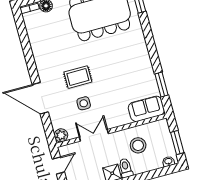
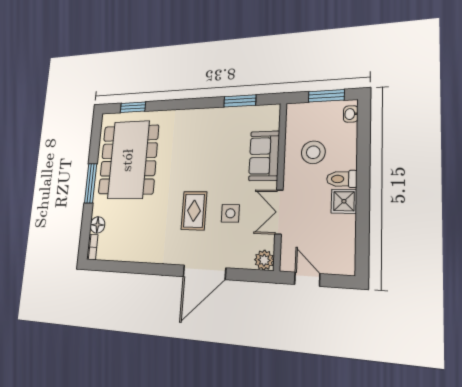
sofa: (146, 109) -> (264, 156), moved

